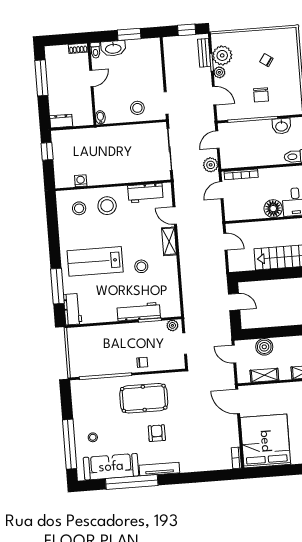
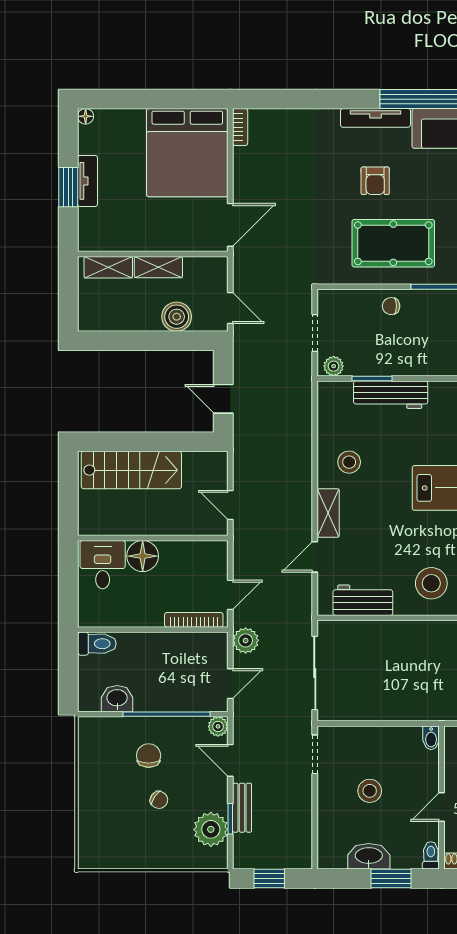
window: (129, 34) -> (391, 878), moved
washbasin: (113, 48) -> (369, 856), moved
bench: (204, 53) -> (242, 808), moved
chair: (266, 60) -> (159, 800), moved
plant: (219, 72) -> (218, 726), moved
stool: (137, 108) -> (370, 791), moved
door: (175, 216) -> (315, 557), swing flipped
stool: (141, 266) -> (349, 462), moved
shelving: (264, 375) -> (158, 267), moved
door: (238, 402) -> (230, 225), hinge flipped

